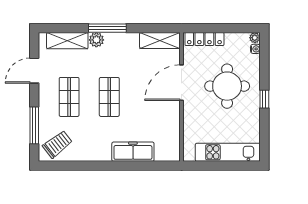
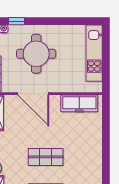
window: (264, 99) -> (17, 21), moved
freezer: (133, 152) -> (79, 103), moved, turned -90

